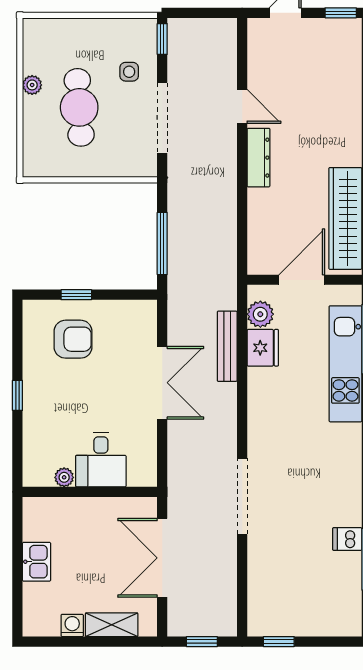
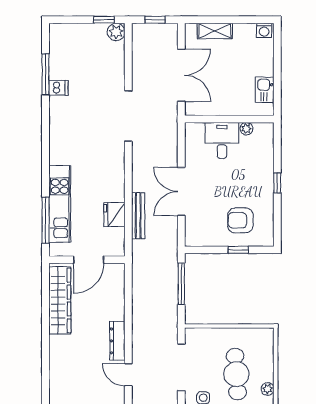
plant: (260, 314) -> (116, 32), moved
kitchen sink: (37, 562) -> (265, 90), moved
washing machine: (72, 625) -> (264, 30), moved

